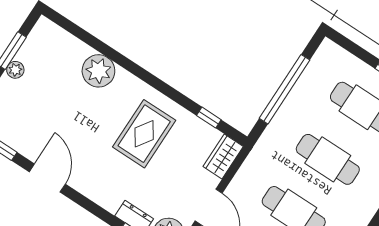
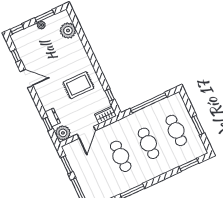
plant: (98, 71) -> (68, 31), moved
door: (47, 178) -> (27, 79), hinge flipped

